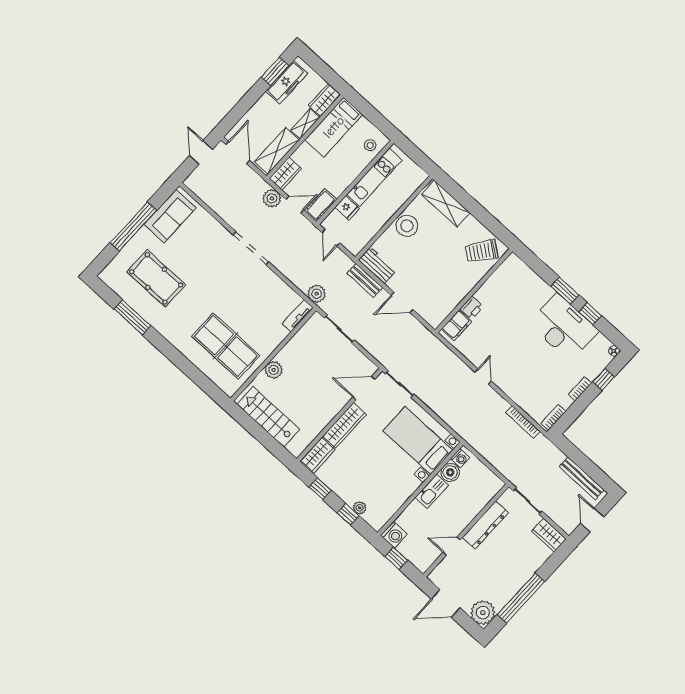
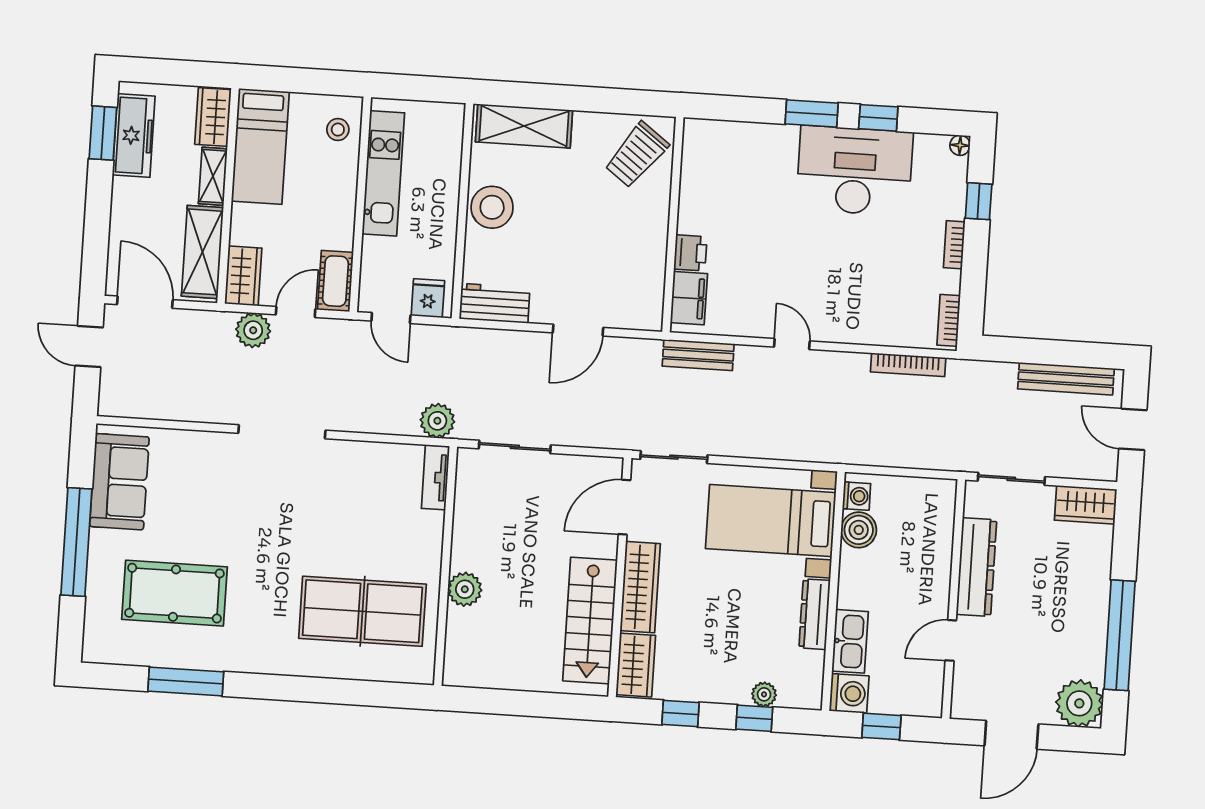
fridge: (347, 208) -> (428, 298), moved, turned -90
bench: (365, 280) -> (698, 355), moved
stairs: (268, 417) -> (590, 620), moved, turned -90
kitchen sink: (432, 491) -> (850, 641), moved
dresser: (406, 492) -> (815, 614), added

